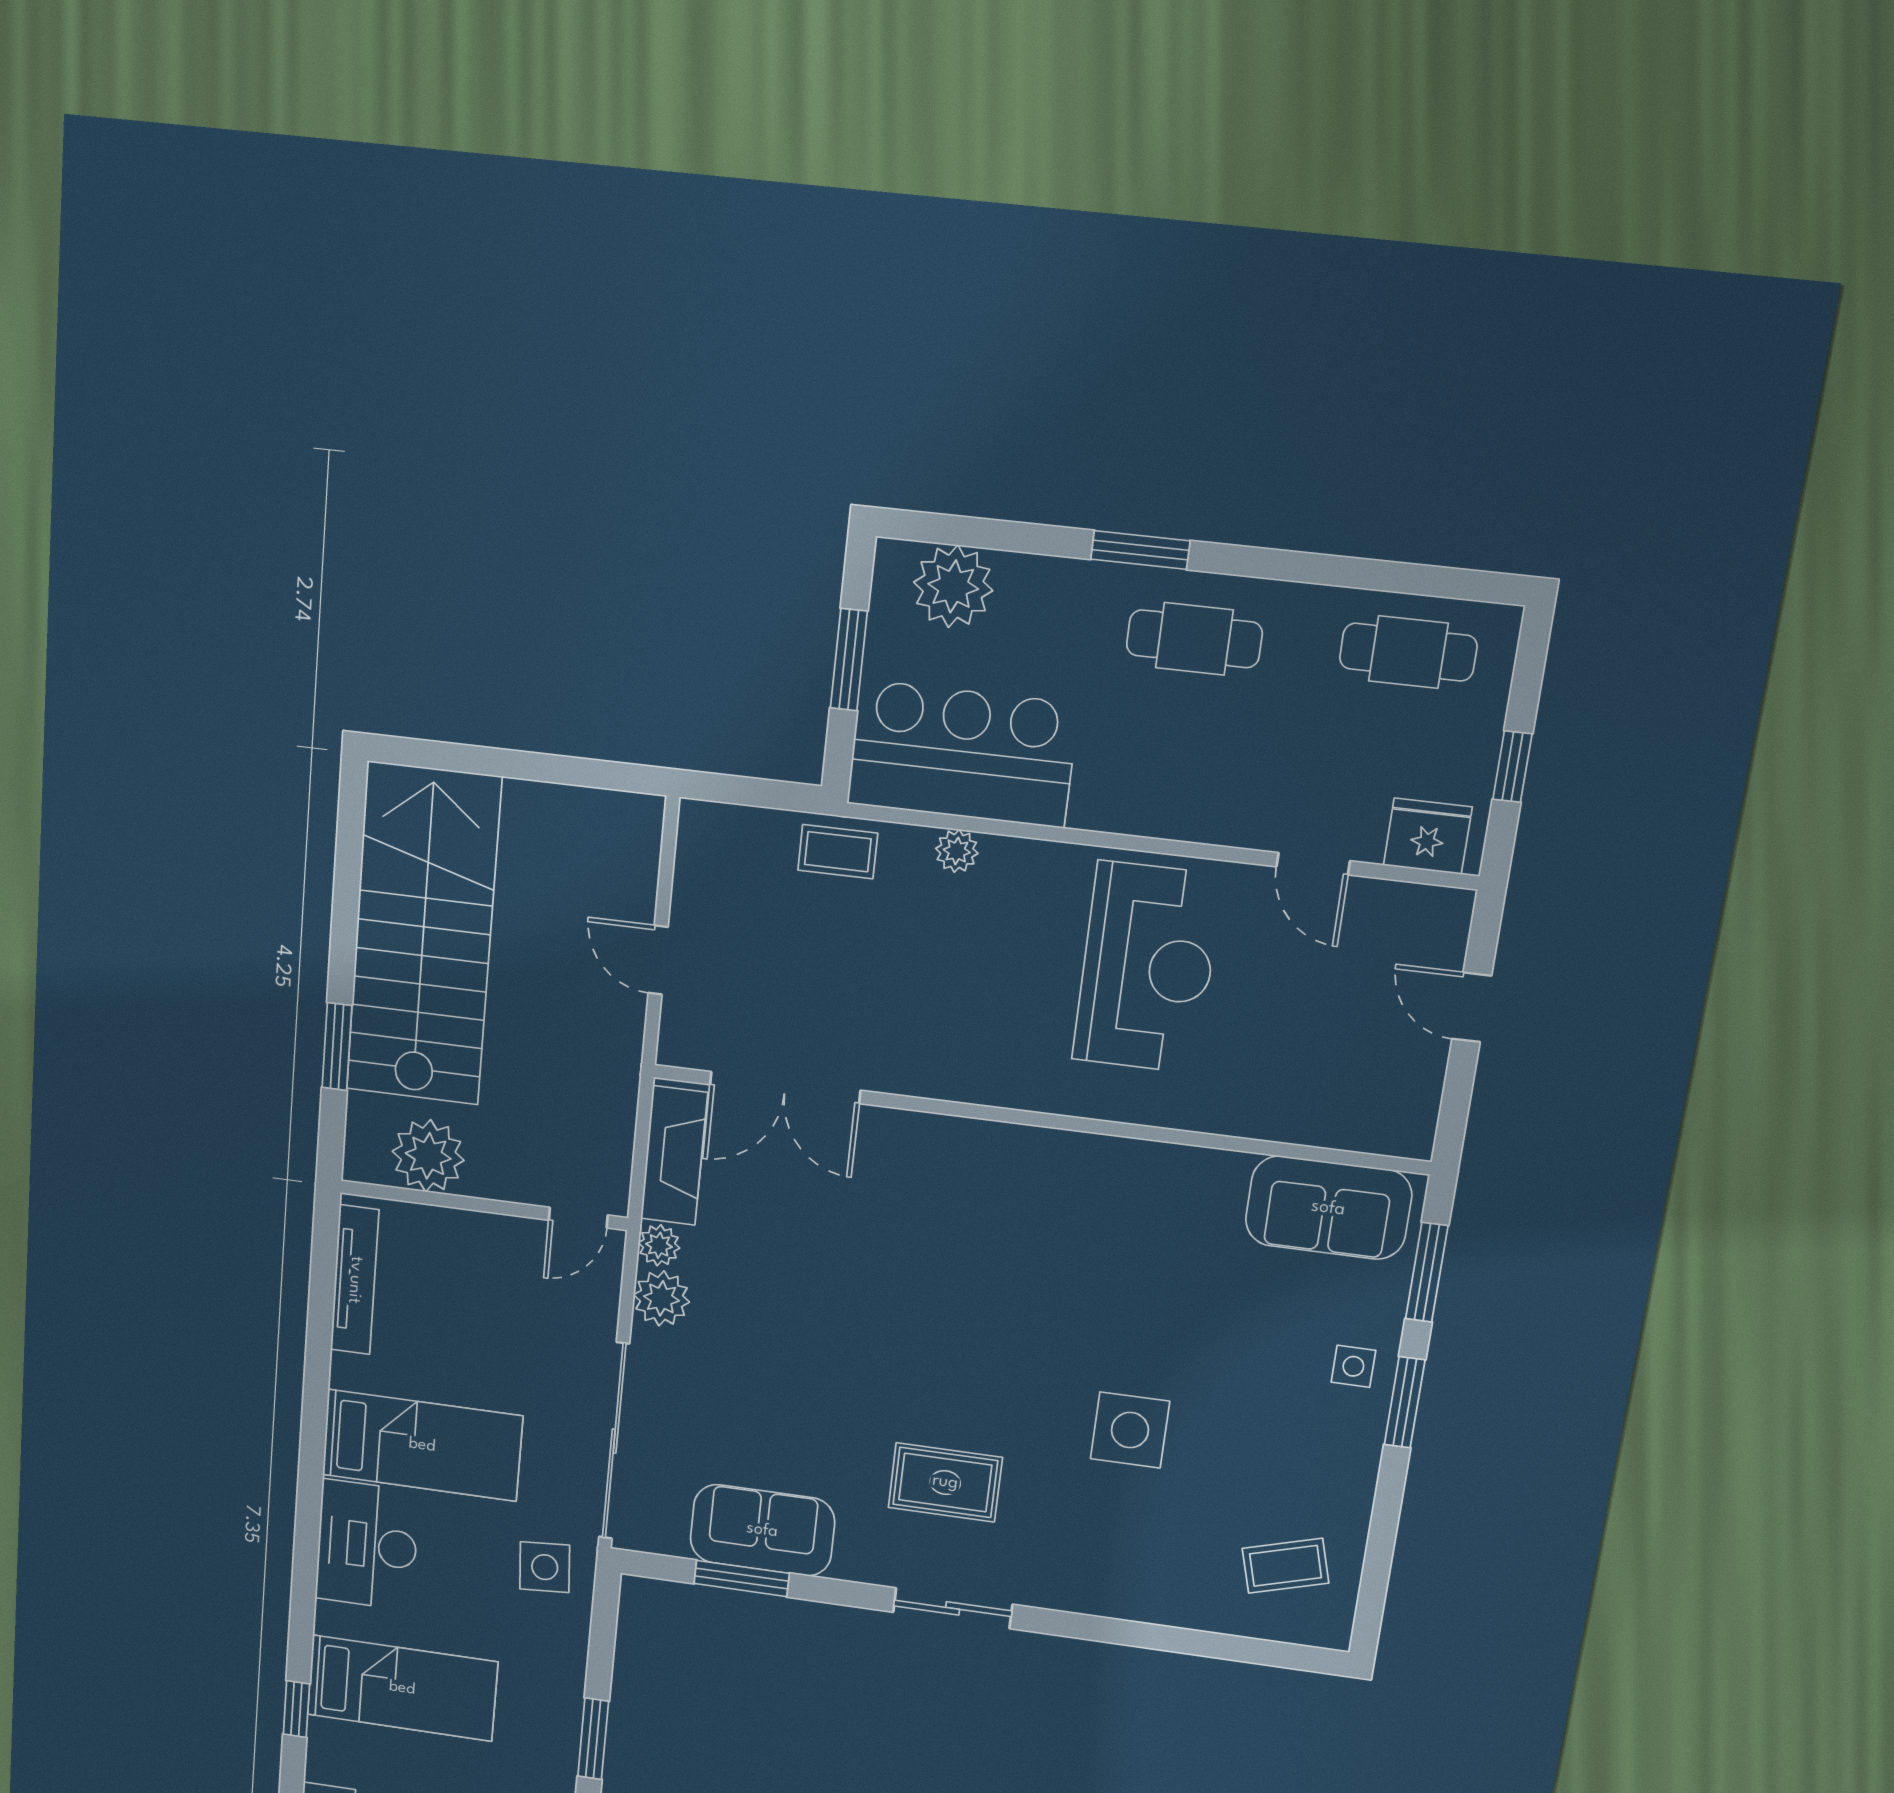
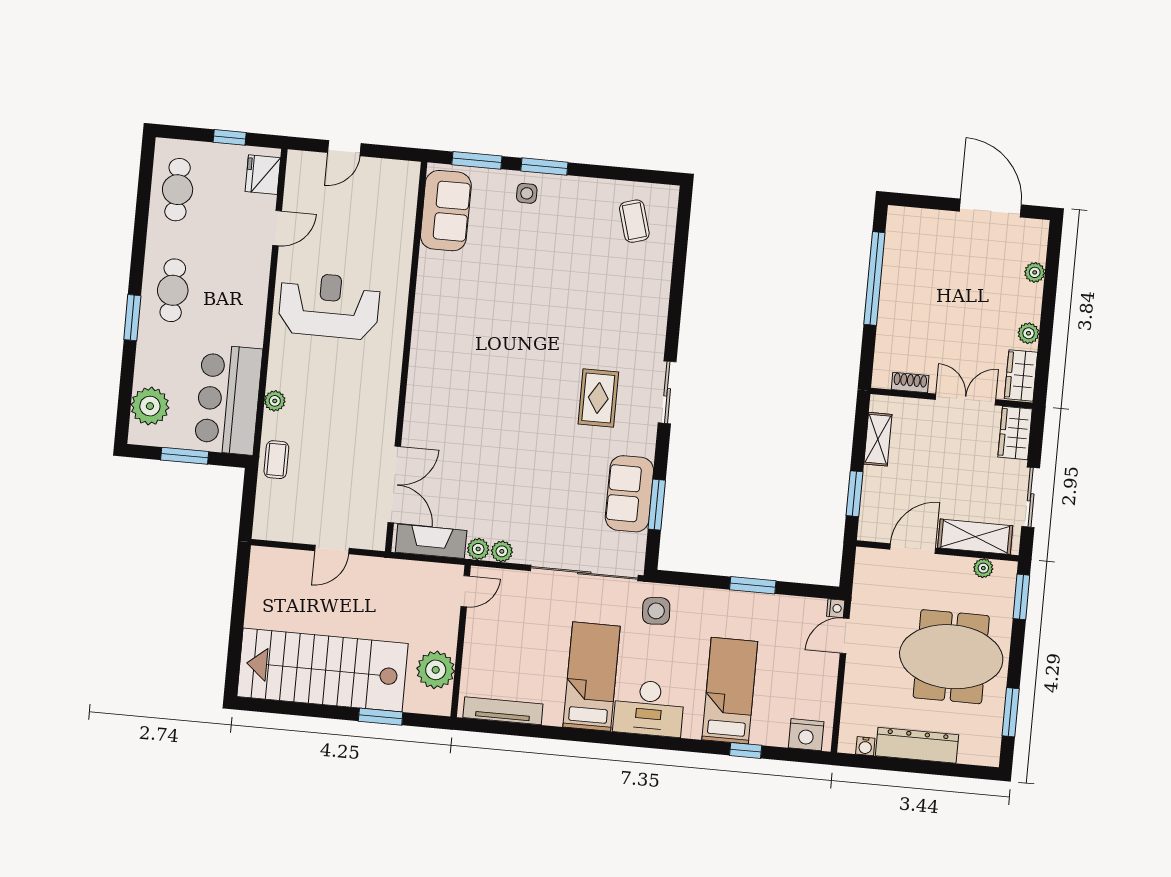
door: (578, 1218) -> (465, 591), hinge flipped
plant: (661, 1298) -> (502, 551), width x0.73, depth x0.73
side table: (1130, 1430) -> (565, 304), removed

